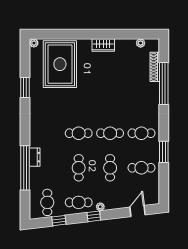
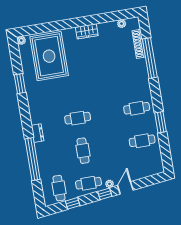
cafe table: (110, 133) -> (107, 113), removed
dresser: (35, 157) -> (38, 133), moved
cafe table: (110, 168) -> (113, 146), removed
door: (138, 211) -> (125, 188), moved

